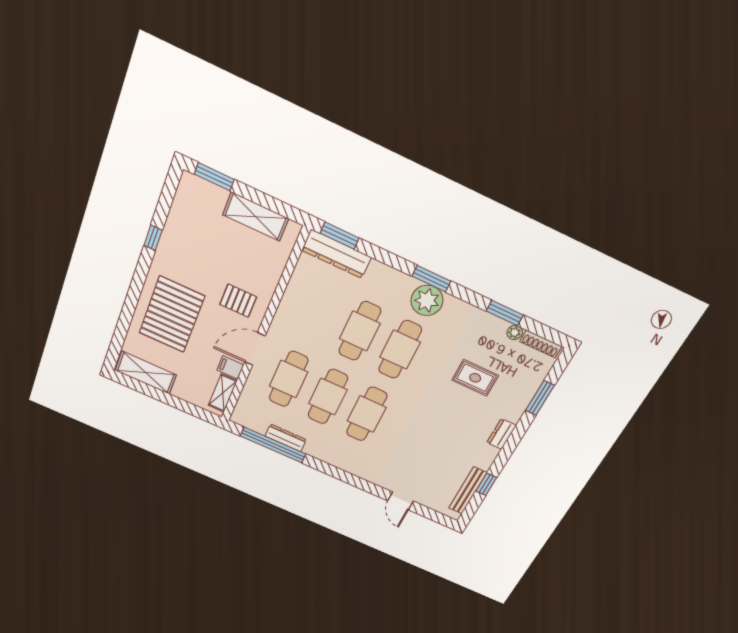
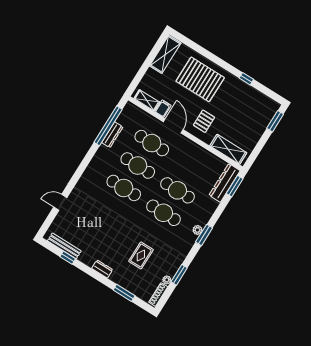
shelving: (256, 217) -> (228, 149), moved, turned 90
plant: (427, 300) -> (197, 230), width x0.53, depth x0.53

